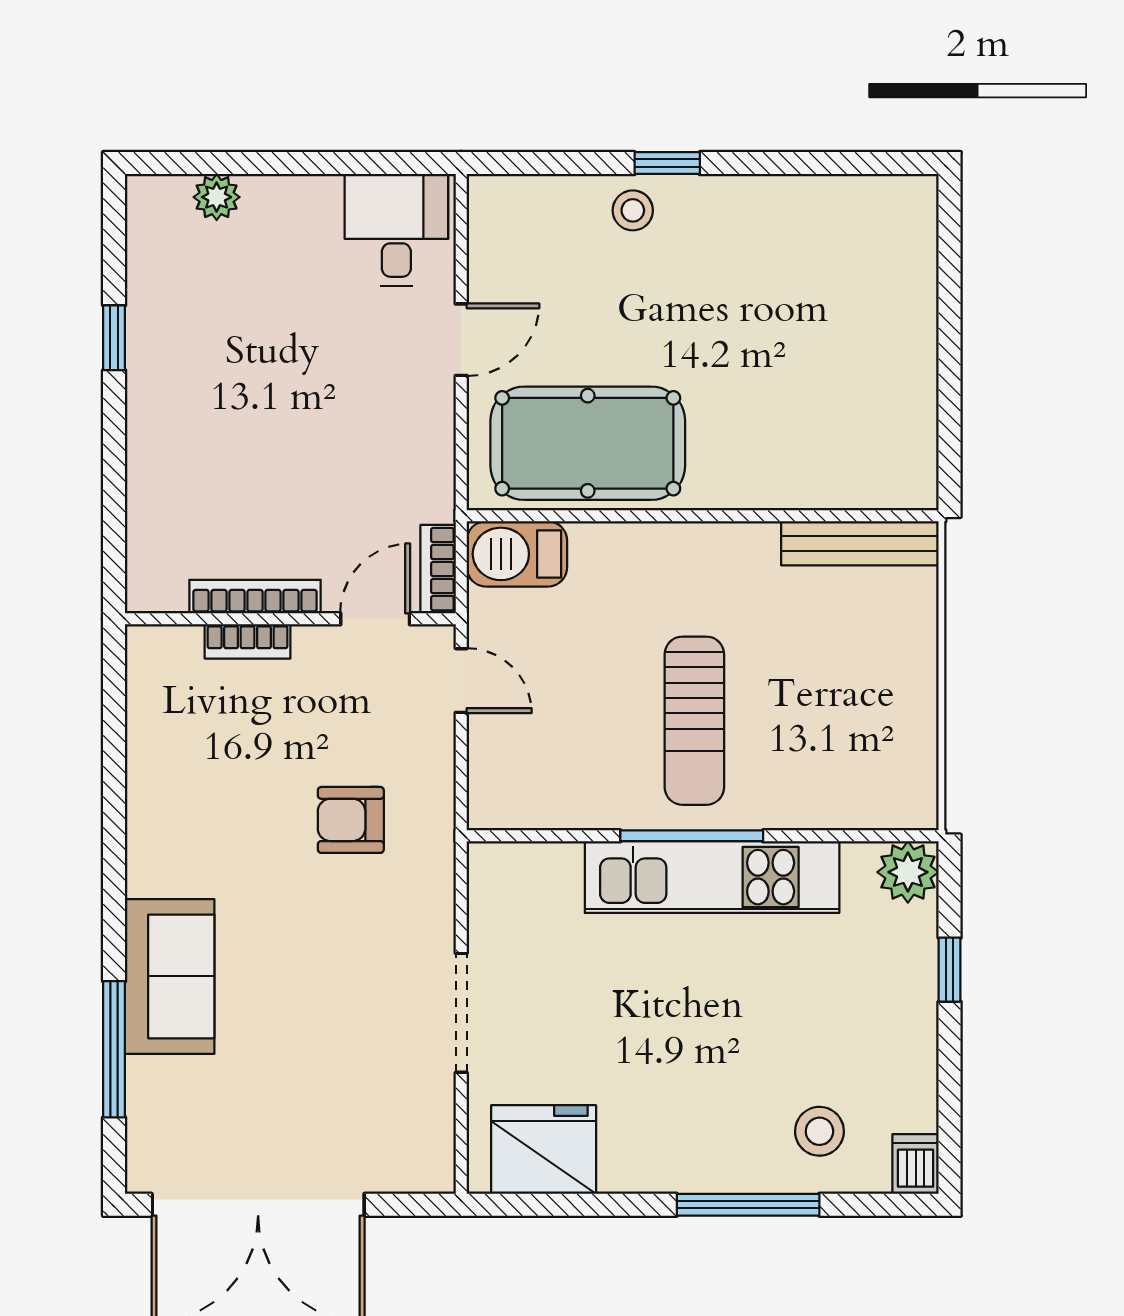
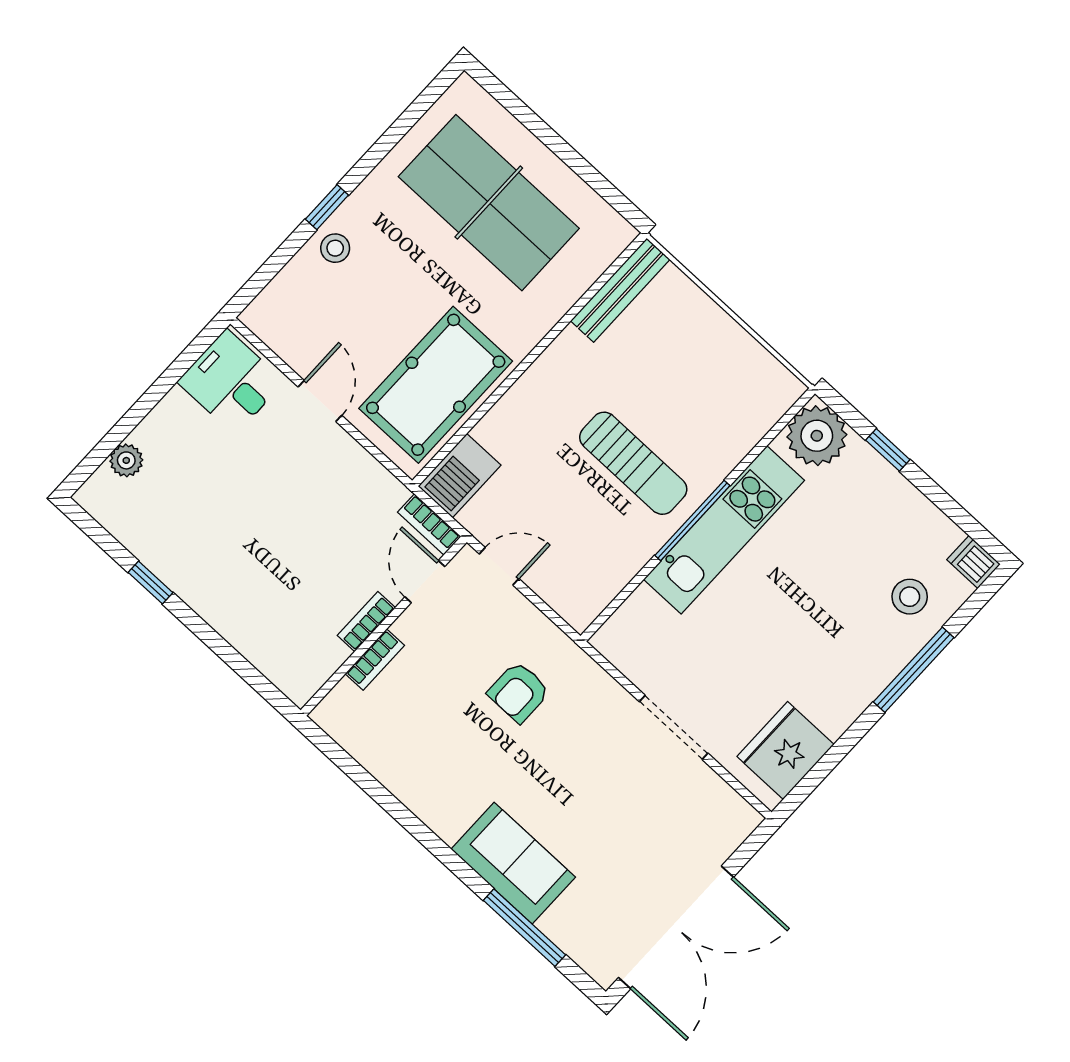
table tennis table: (825, 325) -> (489, 203), added
bookcase: (255, 597) -> (366, 622), width x0.64
plant: (908, 872) -> (817, 436), width x1.36, depth x1.36

